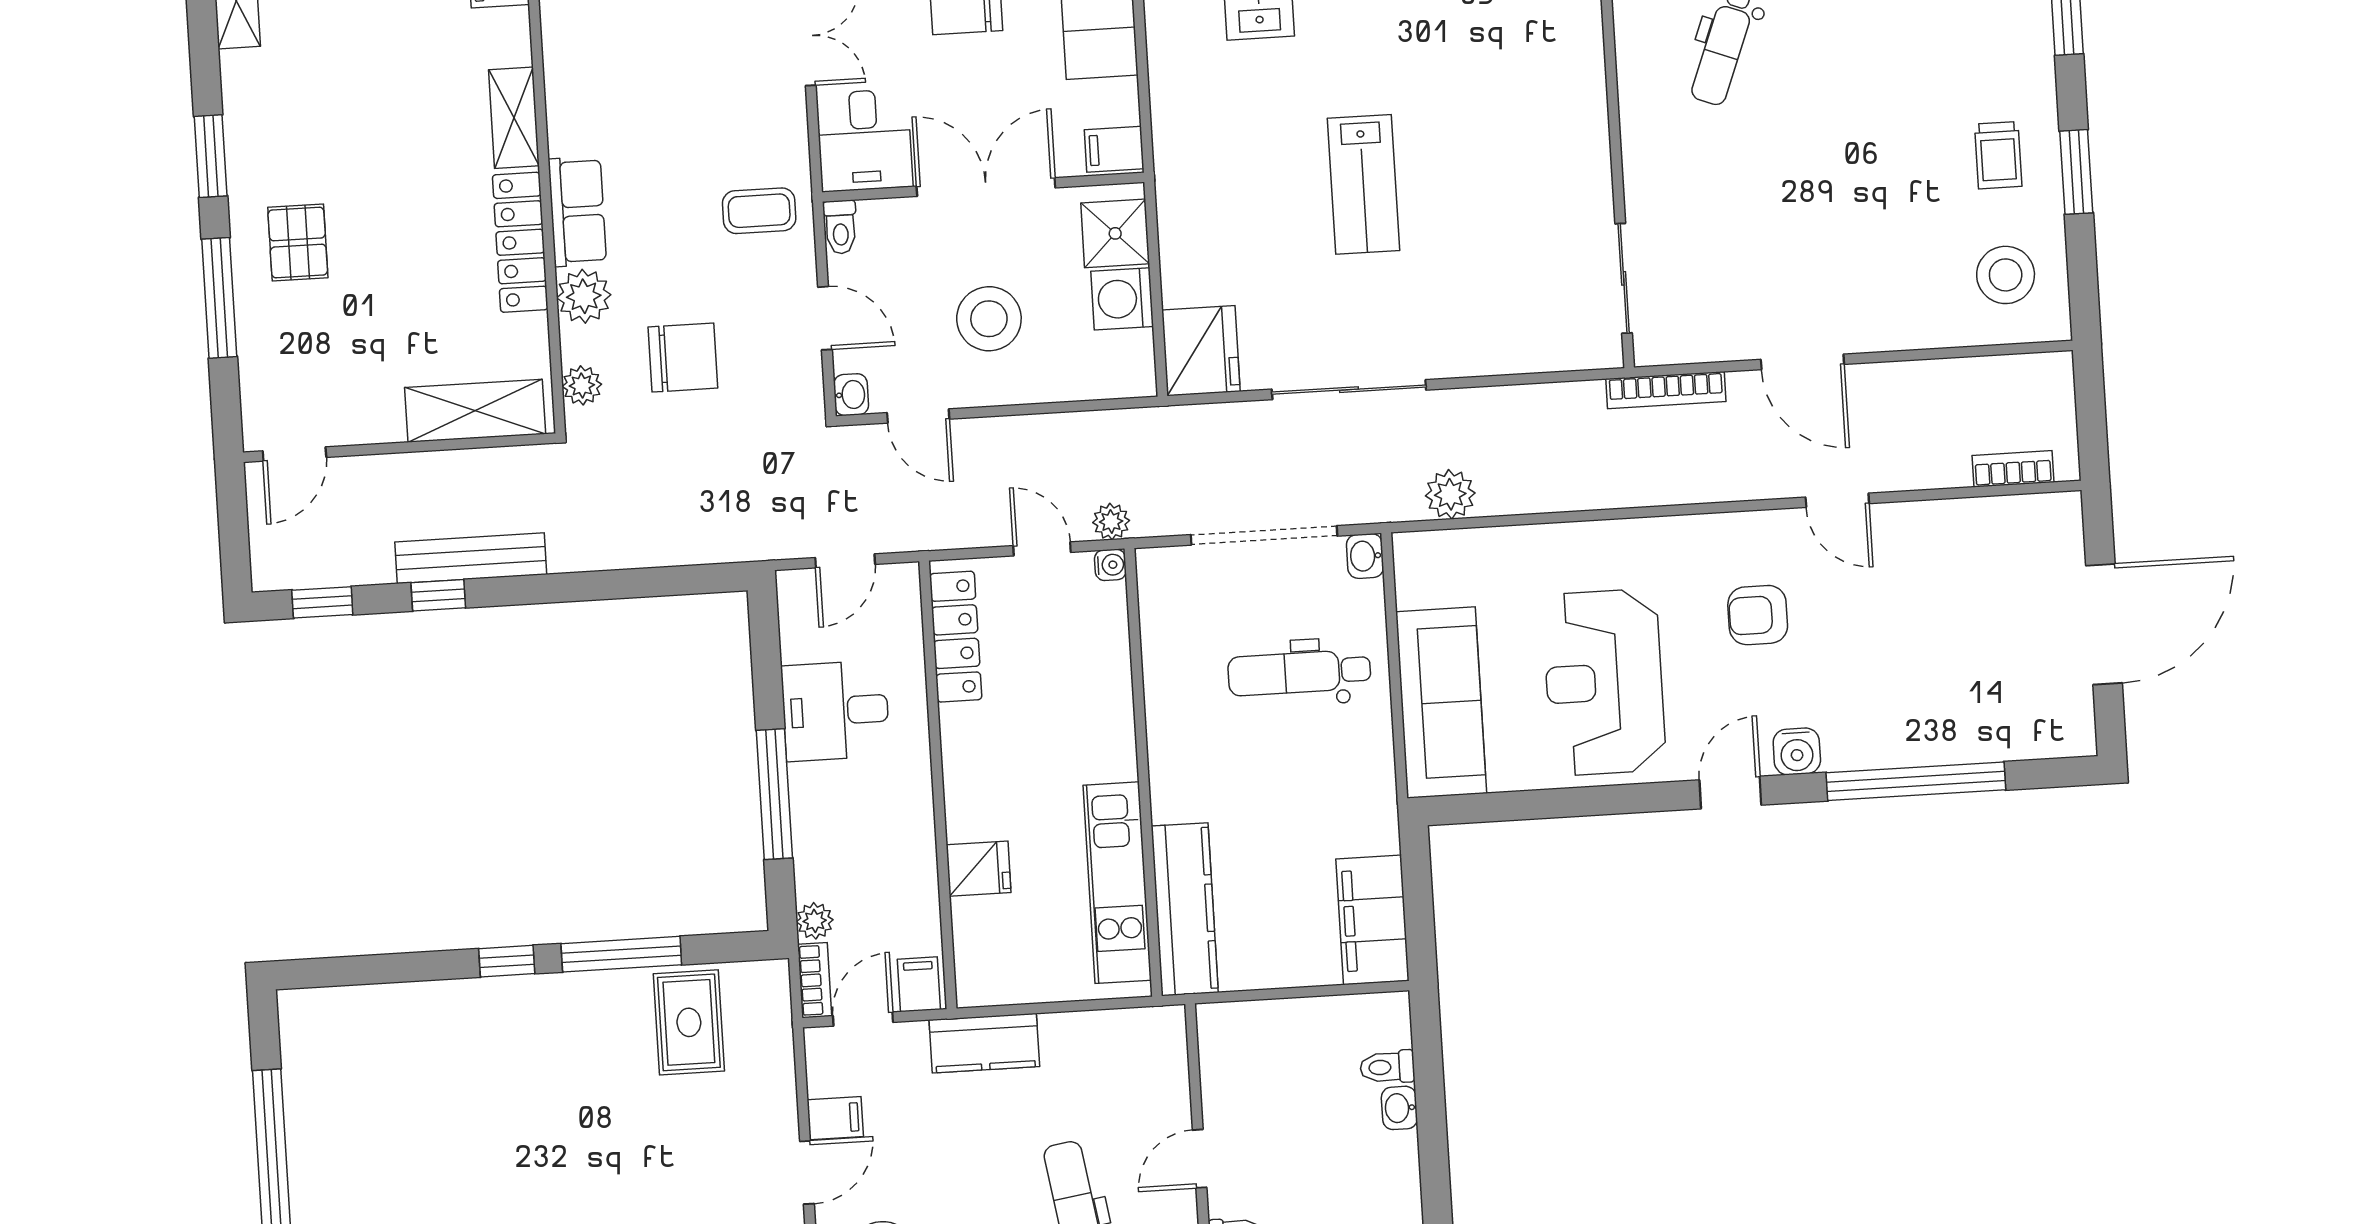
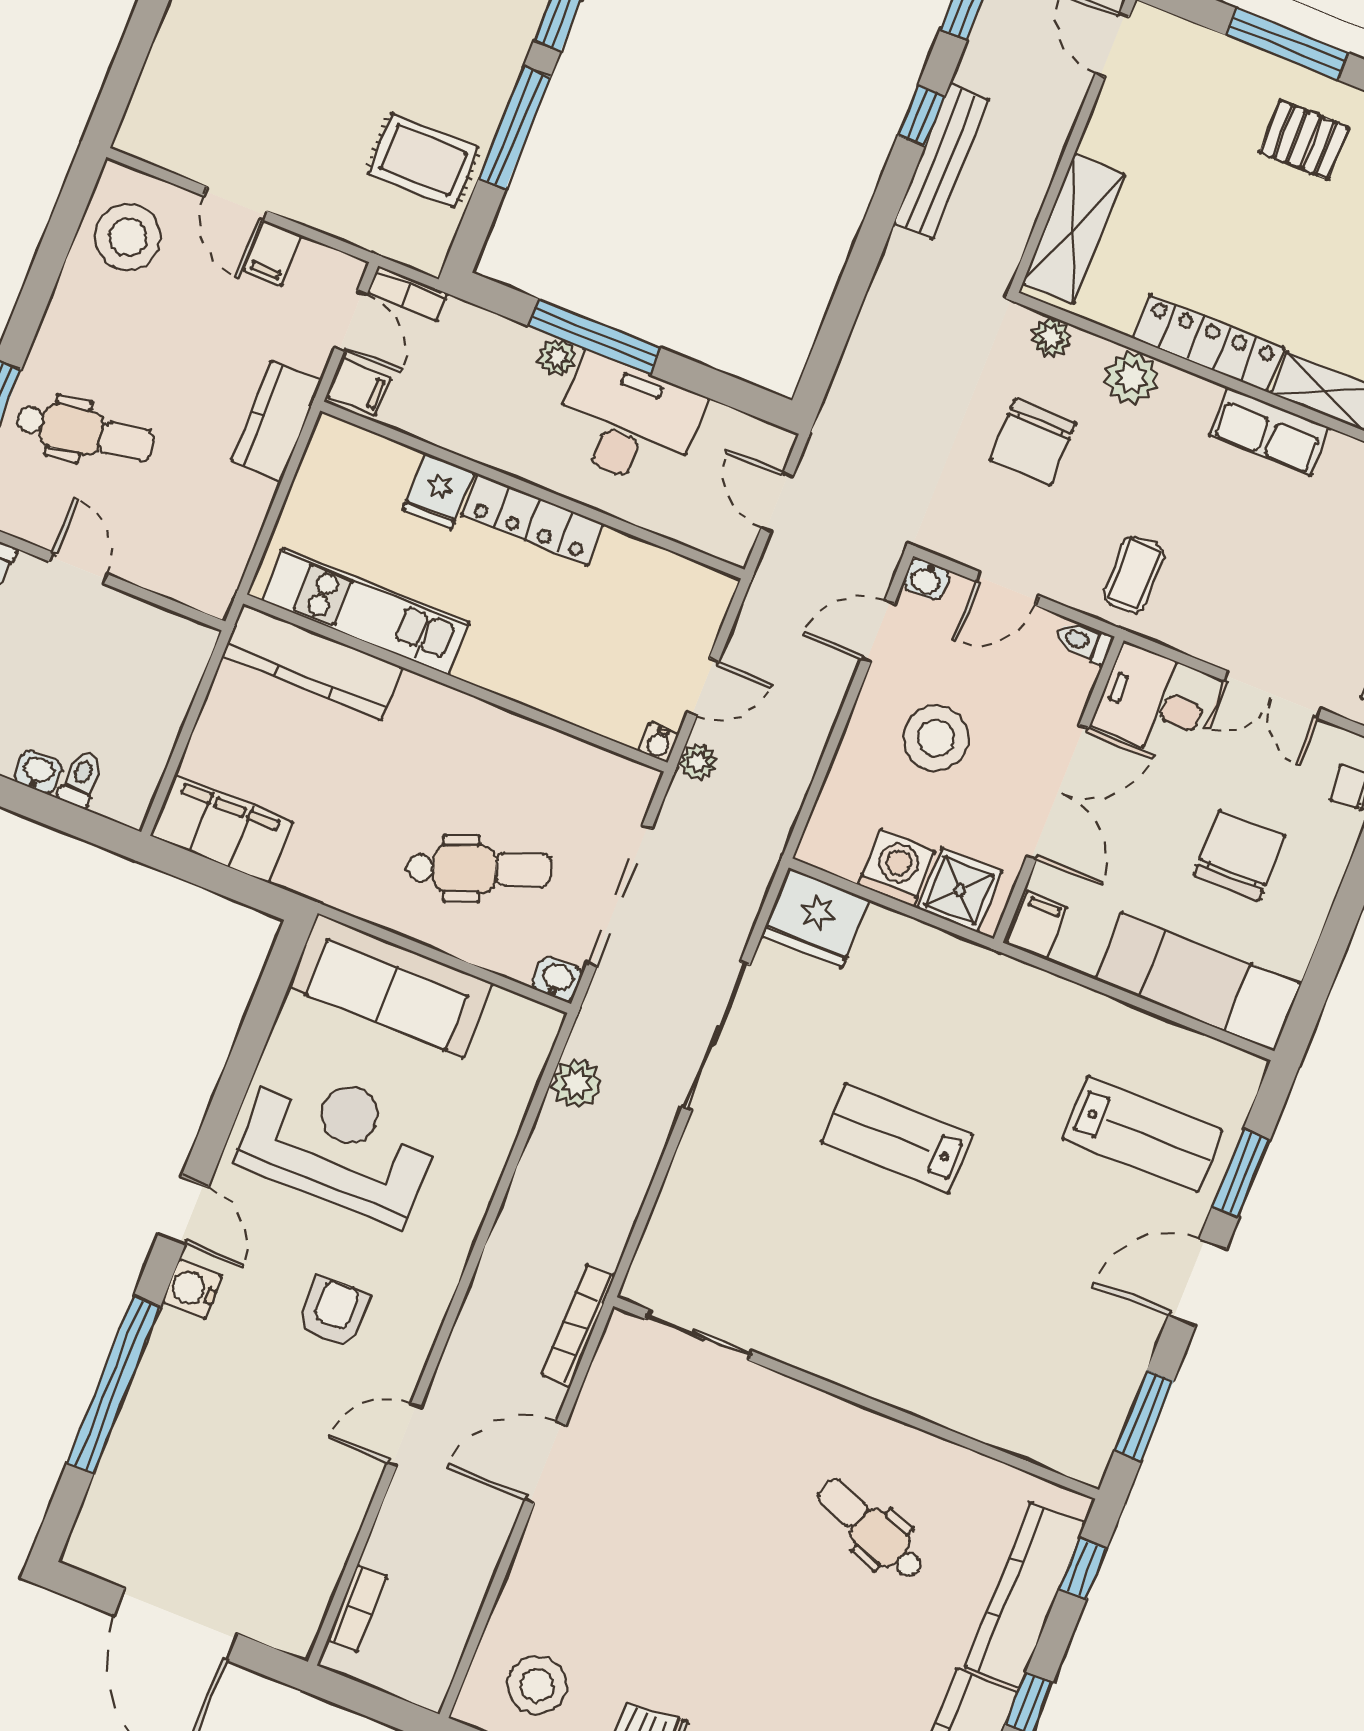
row of seats: (577, 211) -> (1269, 431), moved
locker: (956, 637) -> (532, 519), moved
dental chair: (1299, 673) -> (479, 869), turned 69
desk: (835, 711) -> (627, 422), width x1.37
plant: (815, 921) -> (557, 357), moved

